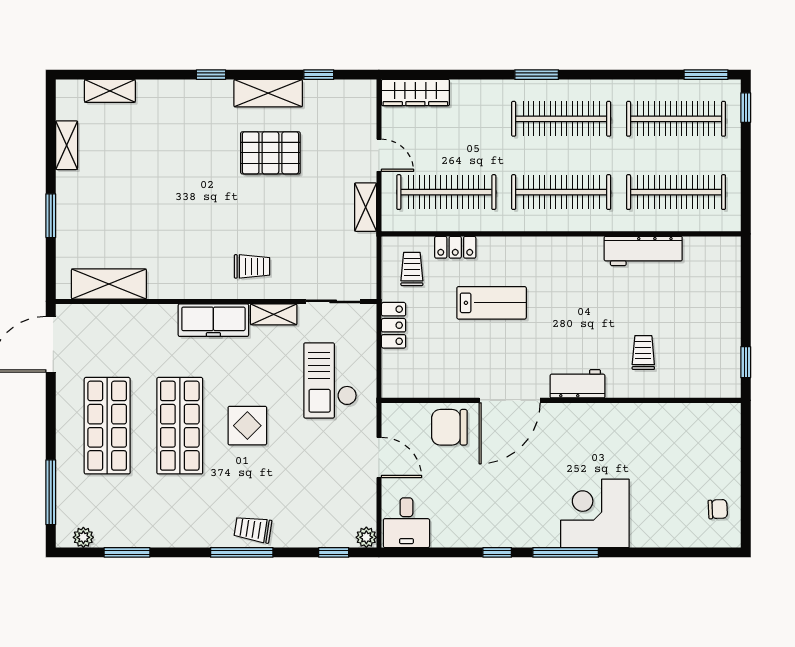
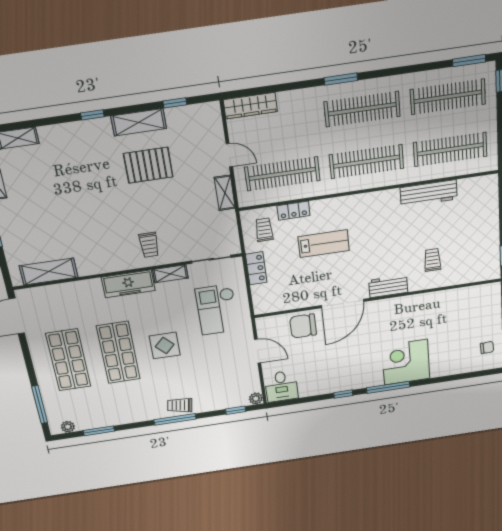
trolley: (252, 266) -> (149, 245), turned 90

